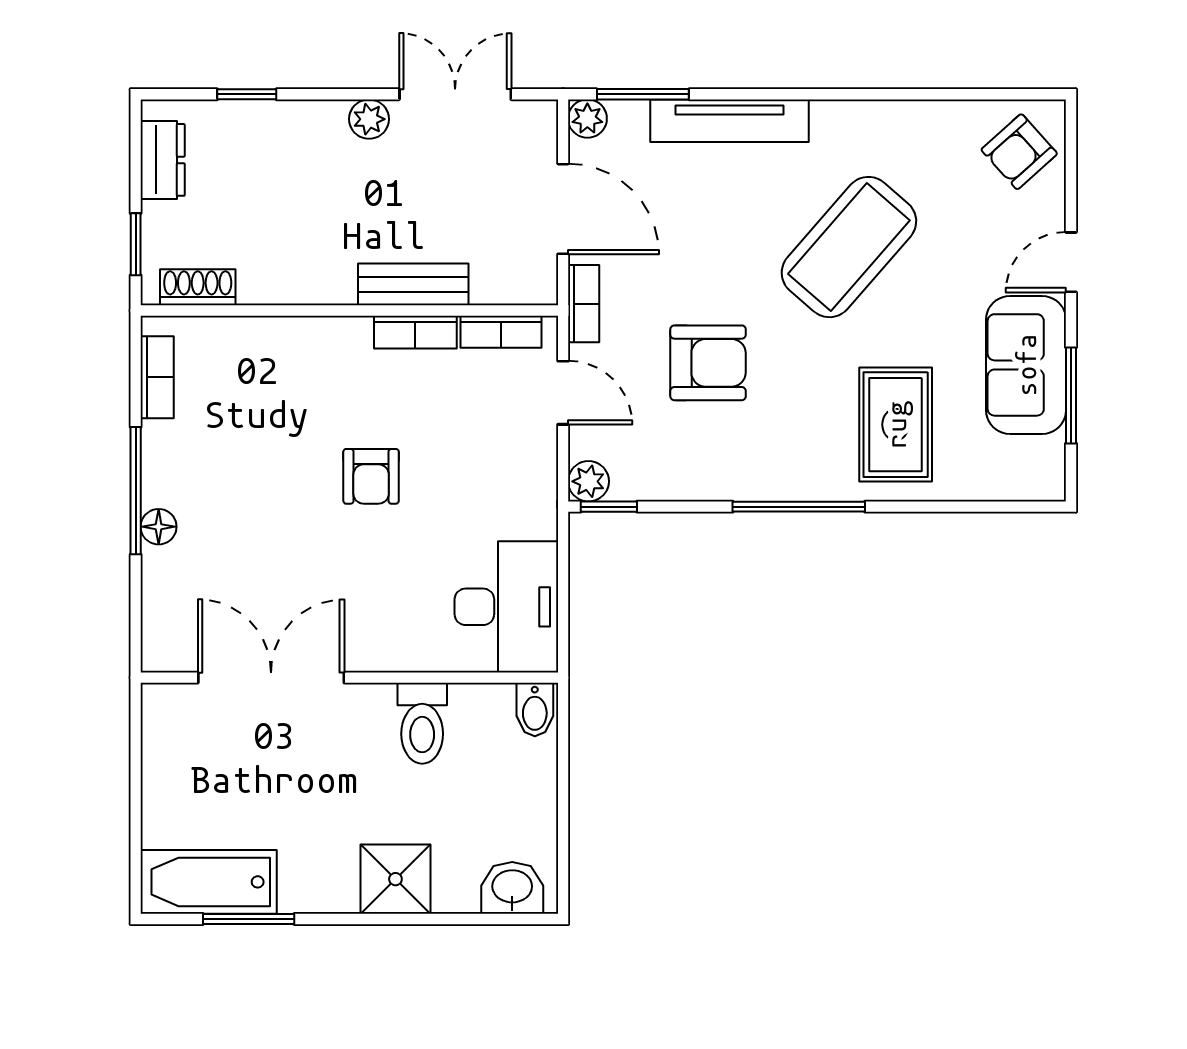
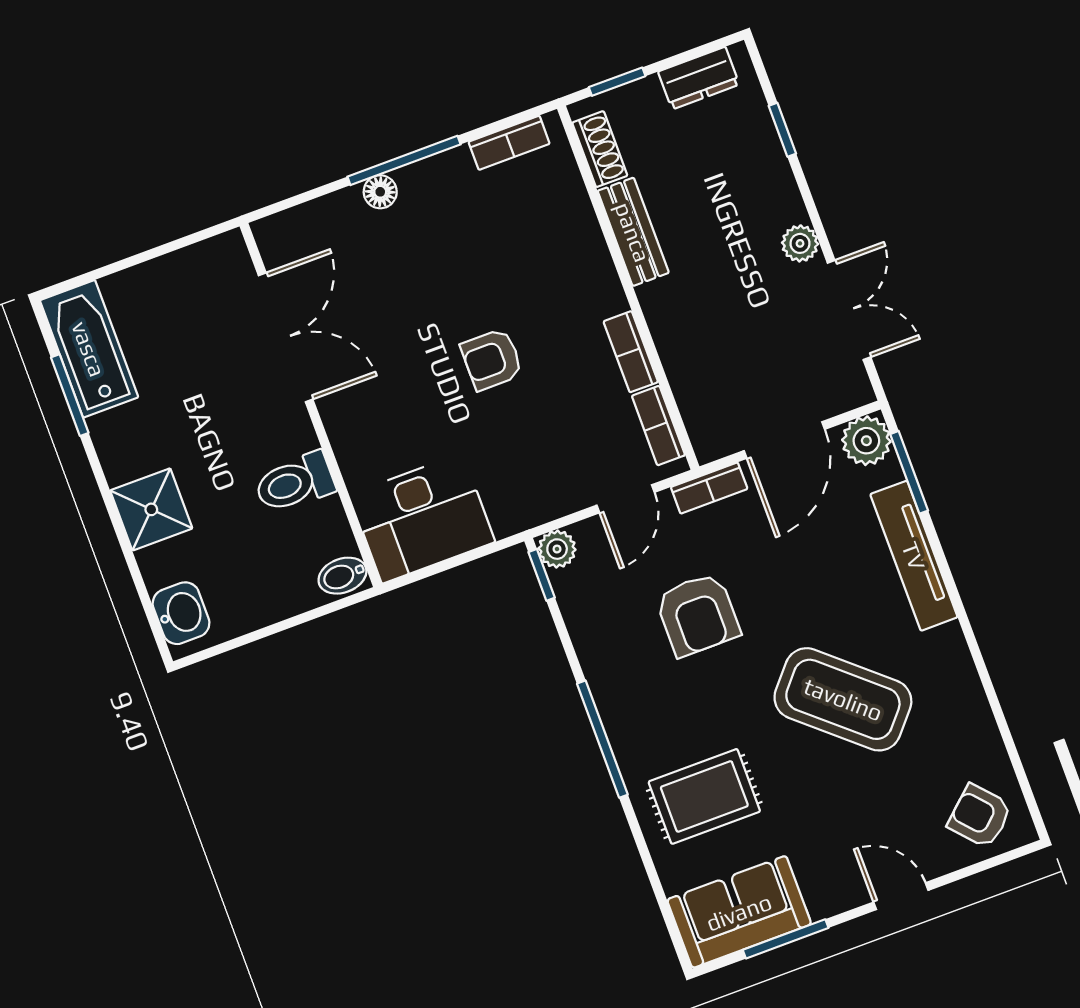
plant: (587, 119) -> (866, 441), width x1.38, depth x1.38
bench: (413, 284) -> (633, 232), moved
sofa: (1026, 365) -> (739, 912), moved

